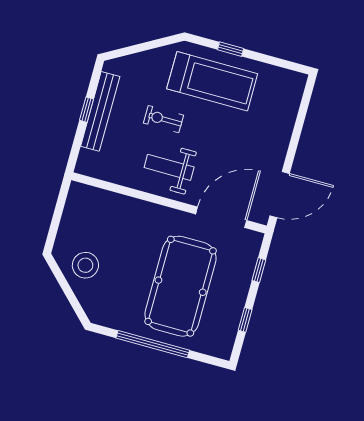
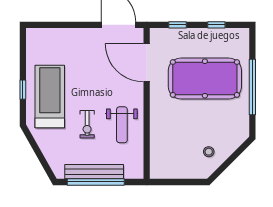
window: (86, 110) -> (96, 182), width x3.17
weight bench: (169, 167) -> (122, 125), moved
stool: (85, 265) -> (209, 152), width x0.53, depth x0.53

